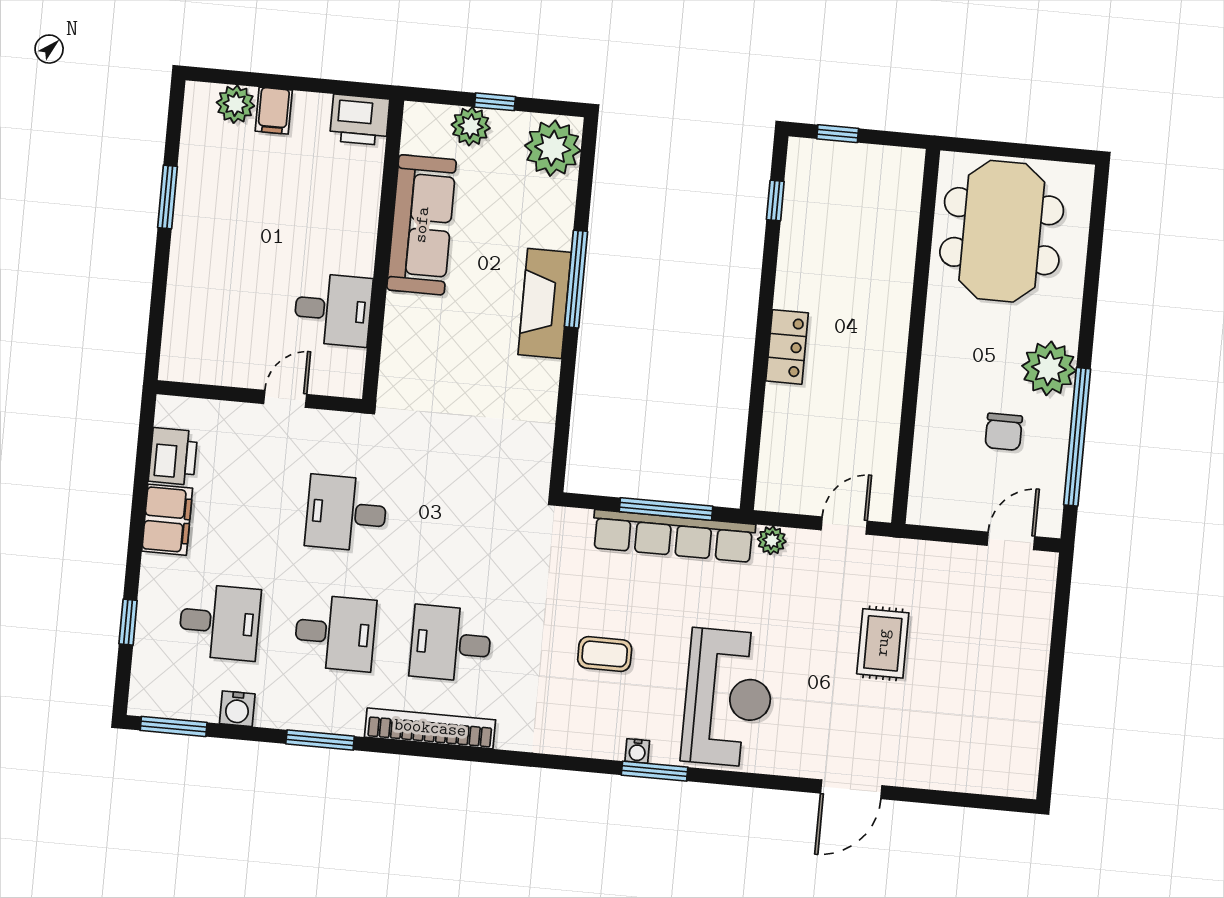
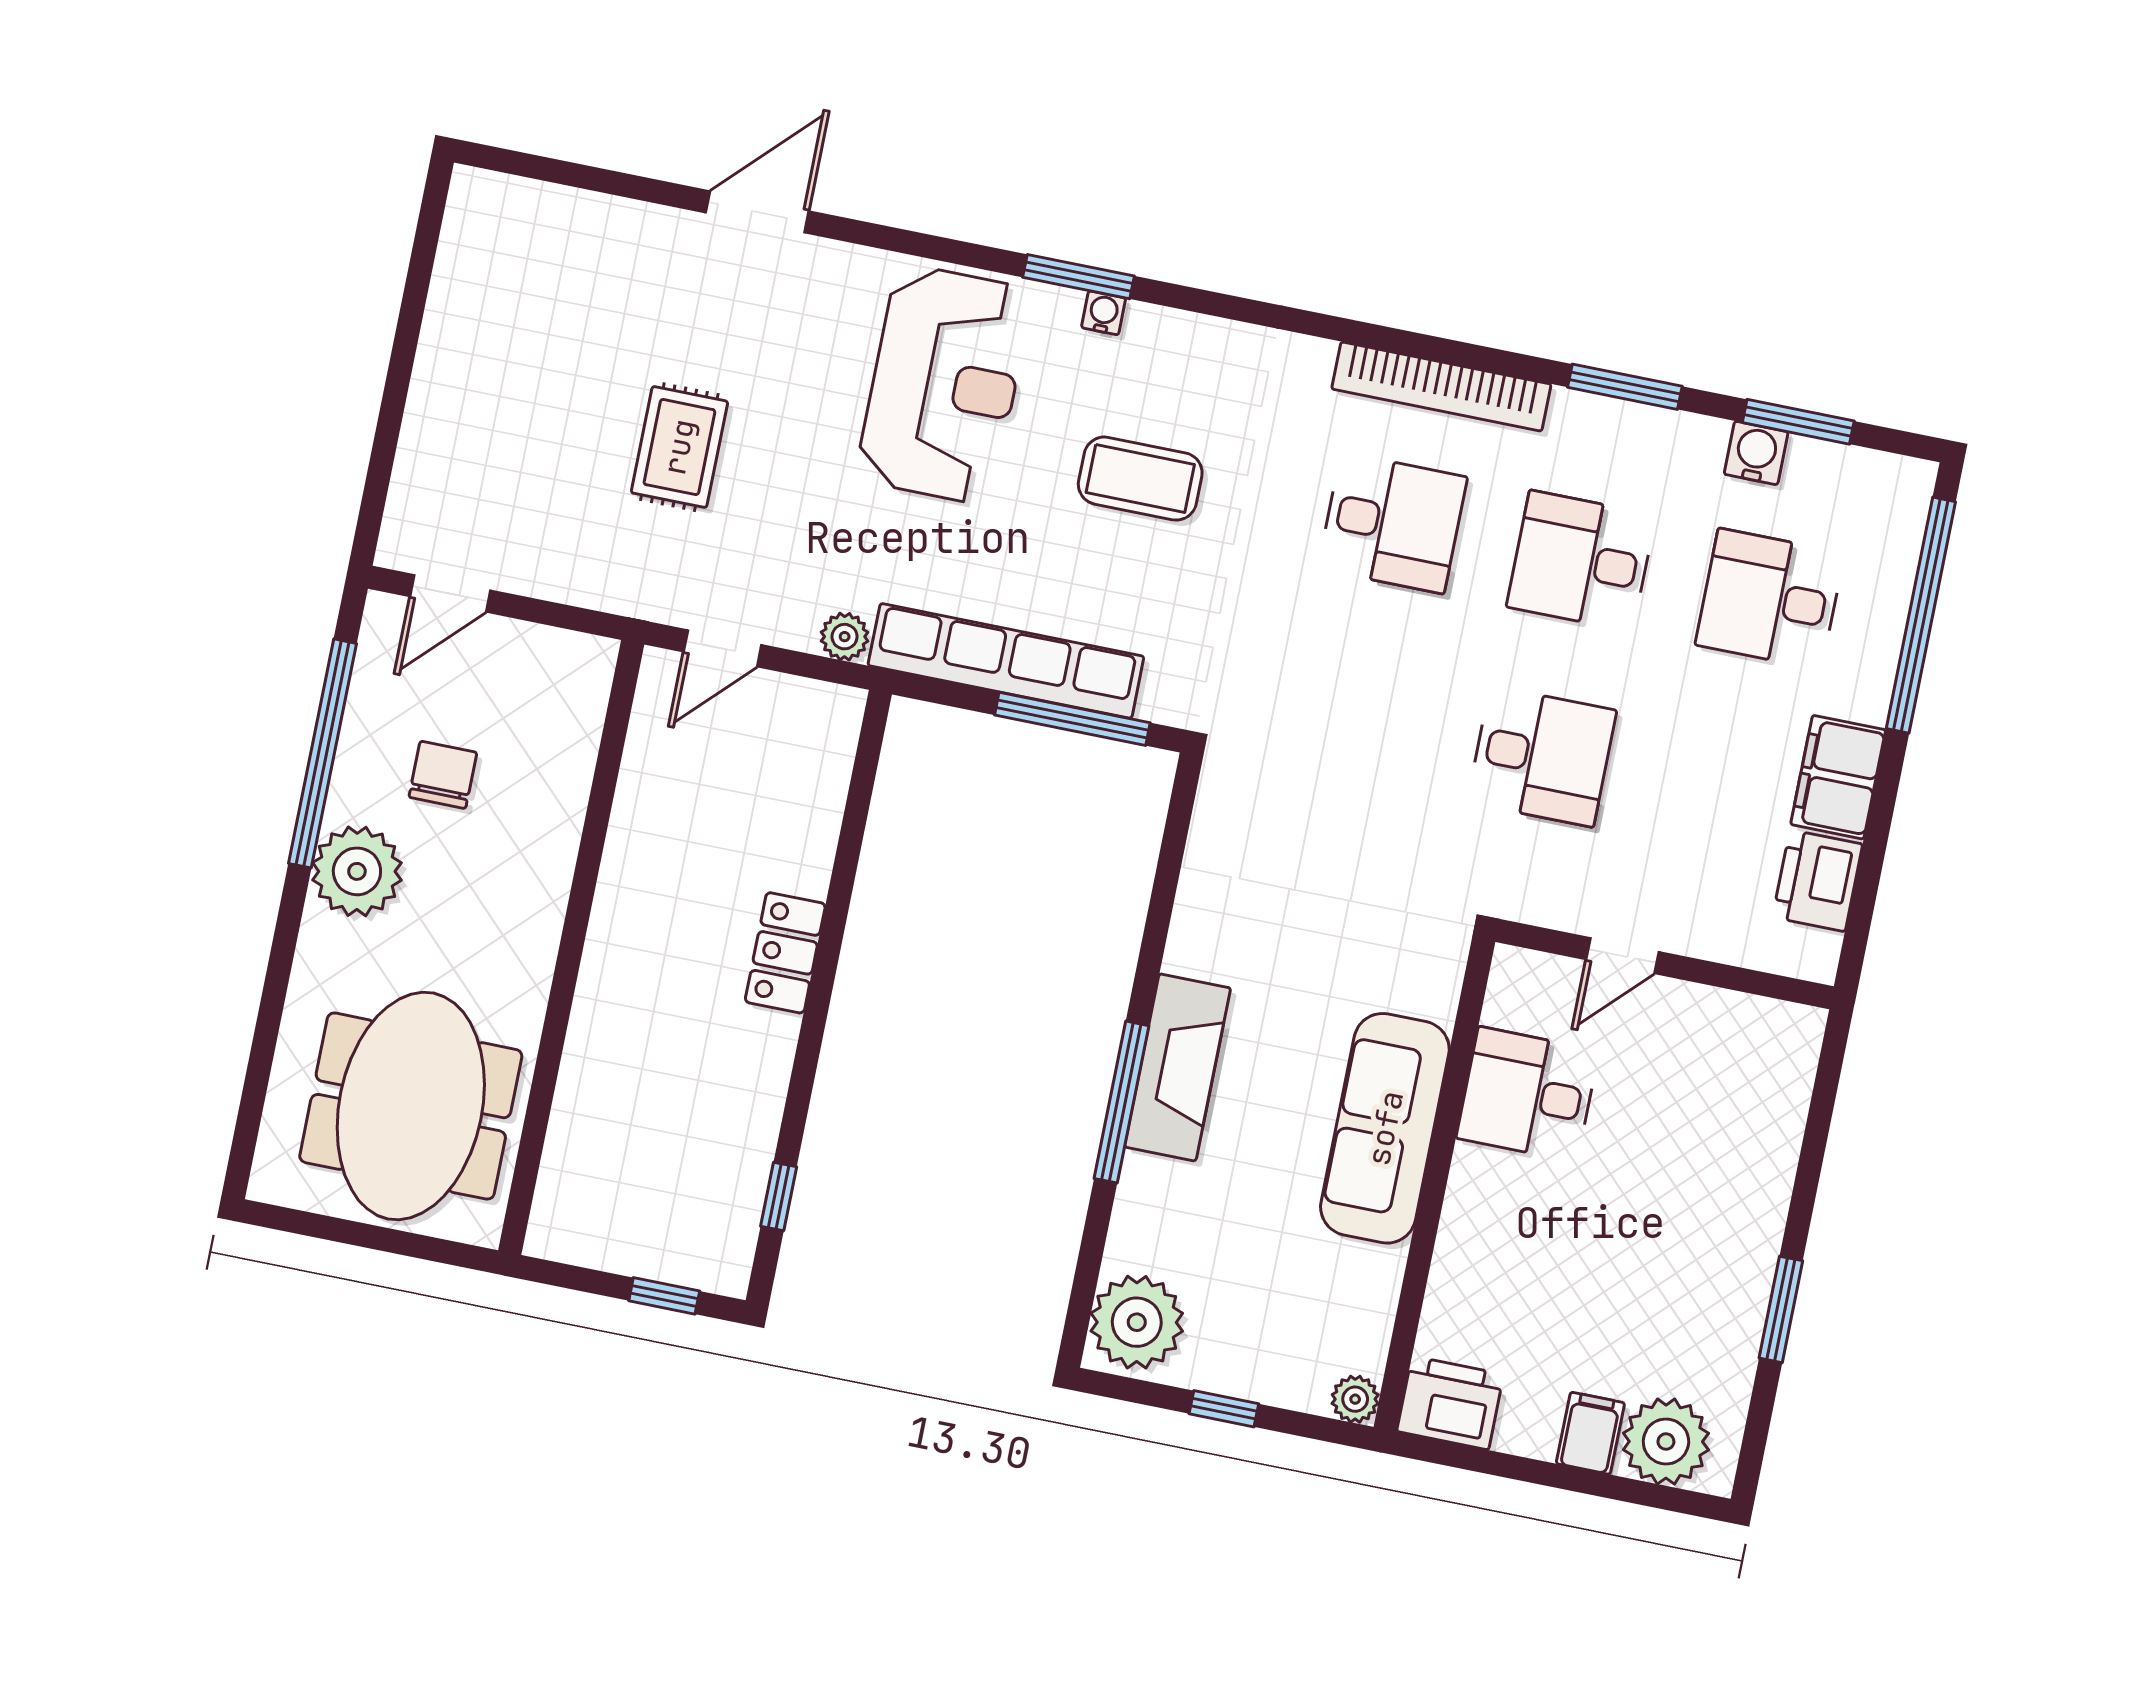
plant: (235, 104) -> (1666, 1442), width x1.36, depth x1.36
plant: (471, 126) -> (1355, 1399), moved, width x0.73, depth x0.73
sofa: (422, 225) -> (1385, 1128), moved
window: (666, 509) -> (1072, 719), moved
window: (128, 622) -> (1921, 615), width x3.17
coffee table: (605, 654) -> (1140, 479), width x1.36, depth x1.30
reception desk: (728, 698) -> (944, 384), turned 180
window: (174, 726) -> (1798, 422), moved

